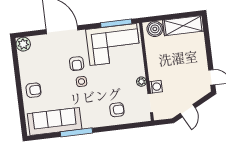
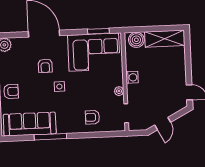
window: (116, 23) -> (98, 31), width x0.69
armchair: (77, 64) -> (45, 66), moved
washing machine: (156, 87) -> (132, 77), moved
armchair: (117, 110) -> (92, 117), turned 180

